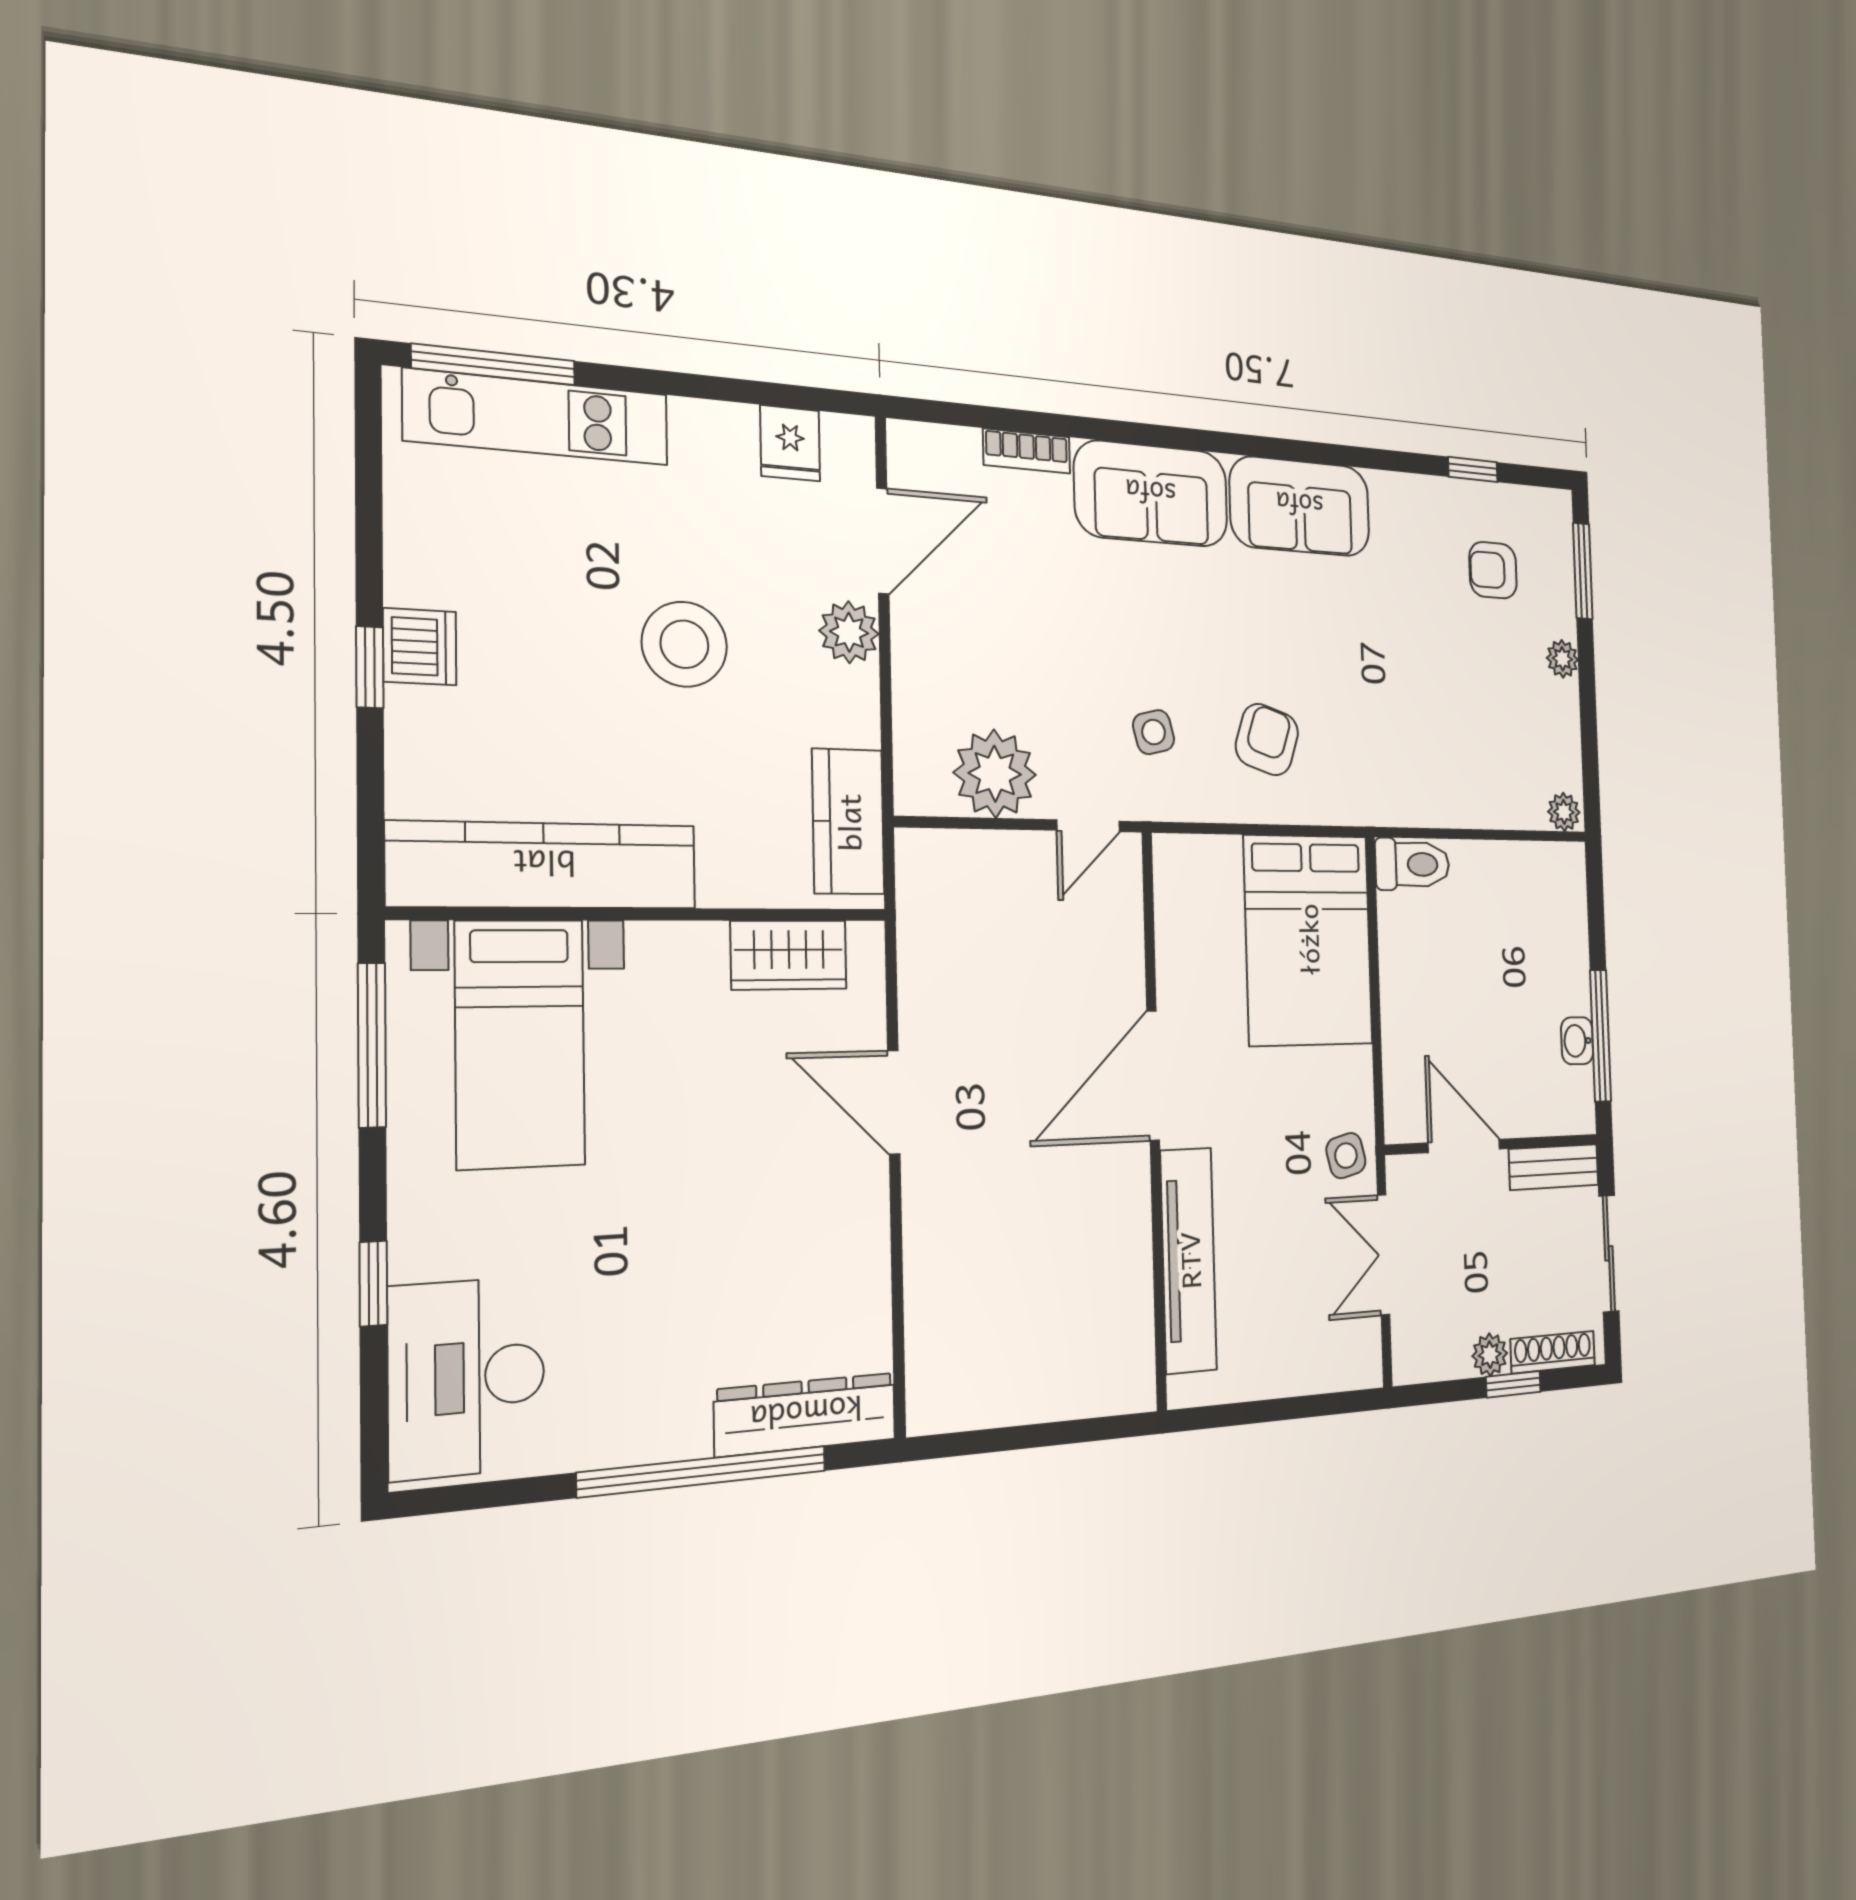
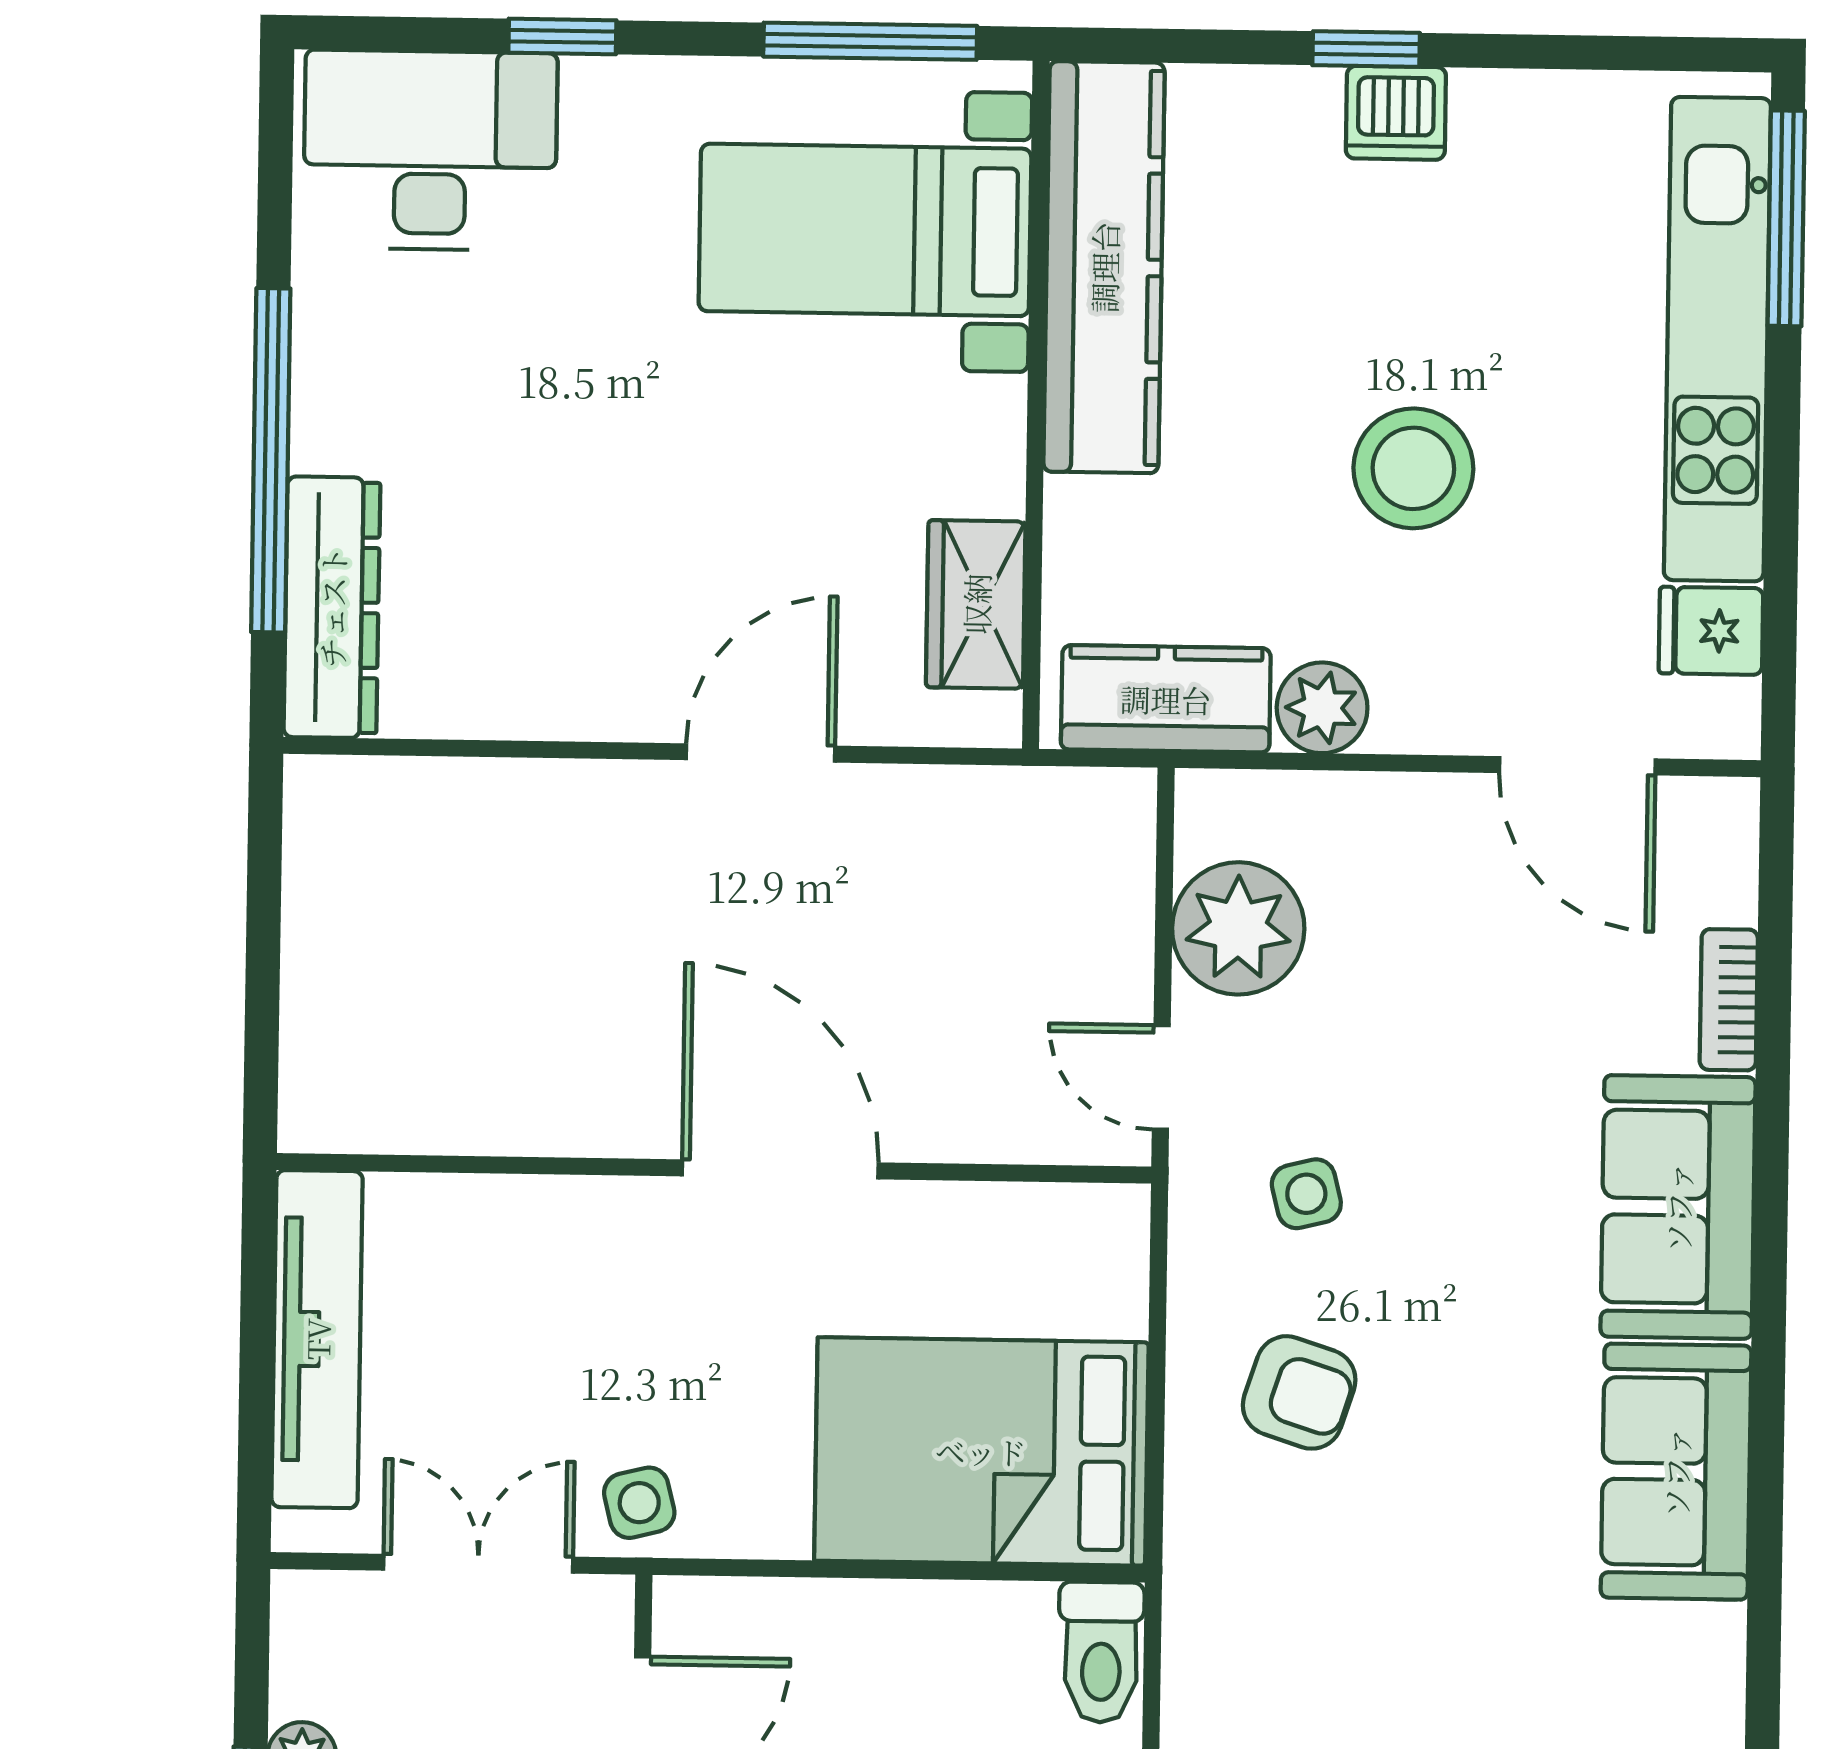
kitchen unit: (538, 417) -> (1717, 339), width x1.36
plant: (849, 632) -> (1322, 708), moved
tv unit: (1189, 1260) -> (317, 1339), moved, turned -90

